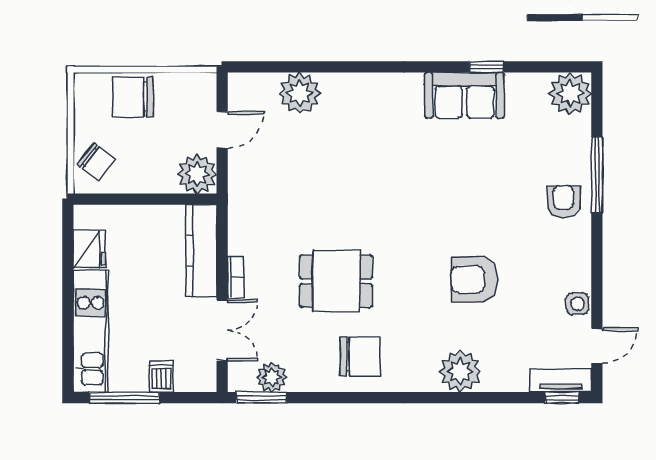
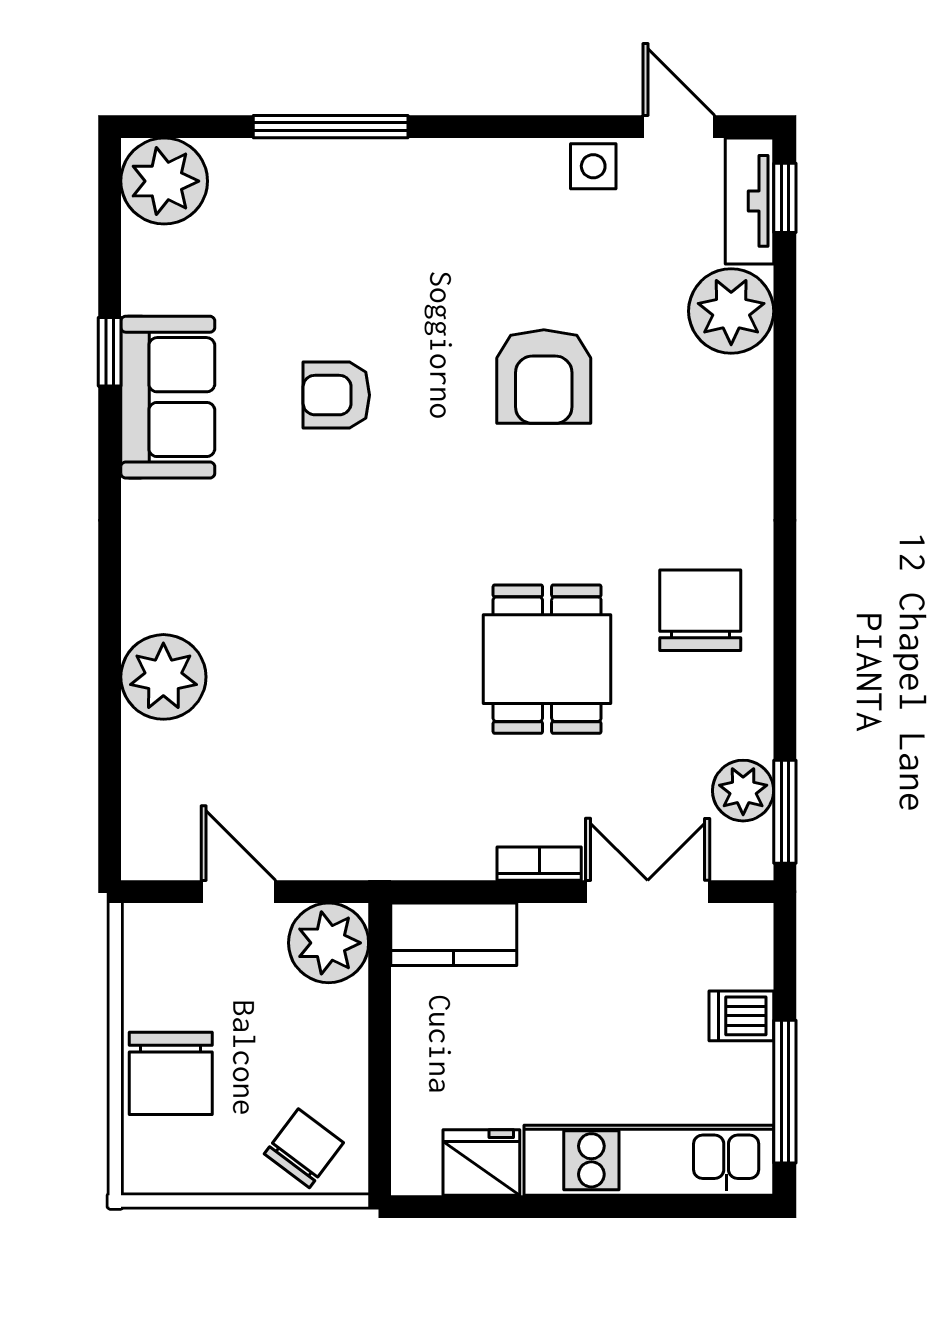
plant: (300, 93) -> (163, 677), moved
armchair: (563, 202) -> (336, 395), moved
kitchen counter: (201, 251) -> (454, 934), width x0.67
plant: (460, 371) -> (731, 311), moved

